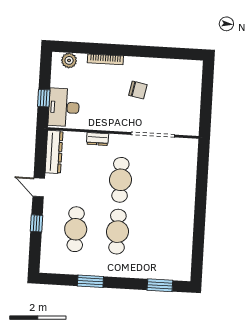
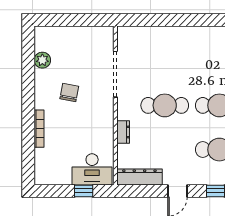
plant: (69, 60) -> (42, 60), moved

